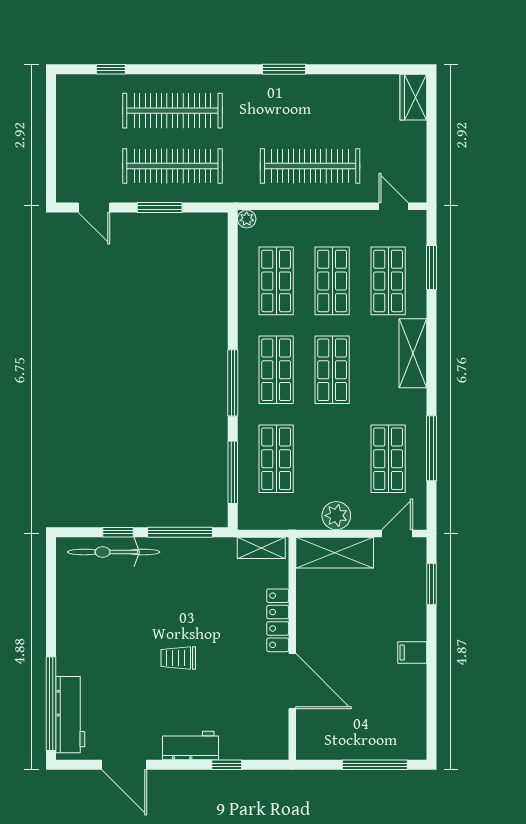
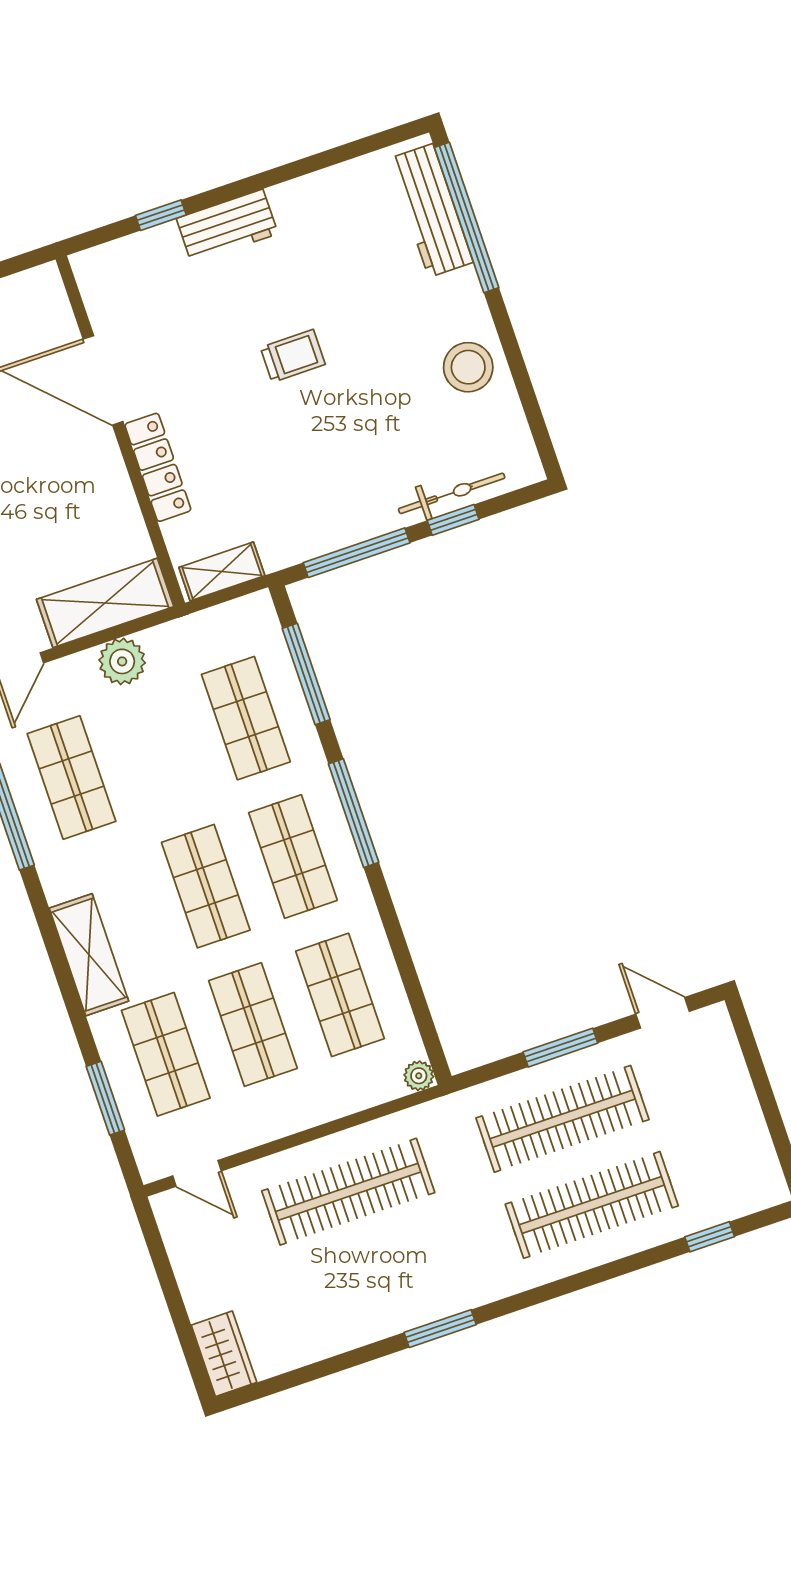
bicycle: (114, 552) -> (452, 493), width x0.73, depth x0.71
stool: (79, 617) -> (468, 367), added
door: (124, 765) -> (320, 161), removed

